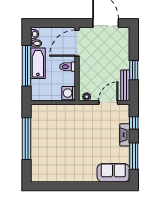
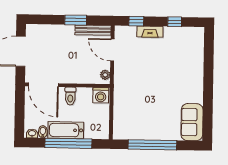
window: (134, 156) -> (175, 22), width x0.46
sofa: (113, 173) -> (192, 122), moved

